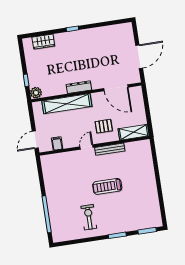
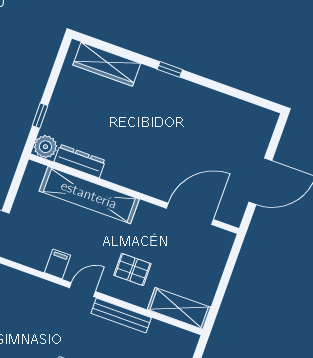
wardrobe: (43, 42) -> (107, 64), width x1.50
dresser: (79, 87) -> (80, 161), moved
door: (116, 88) -> (190, 214), swing flipped
filing cabinet: (57, 144) -> (58, 264), moved

